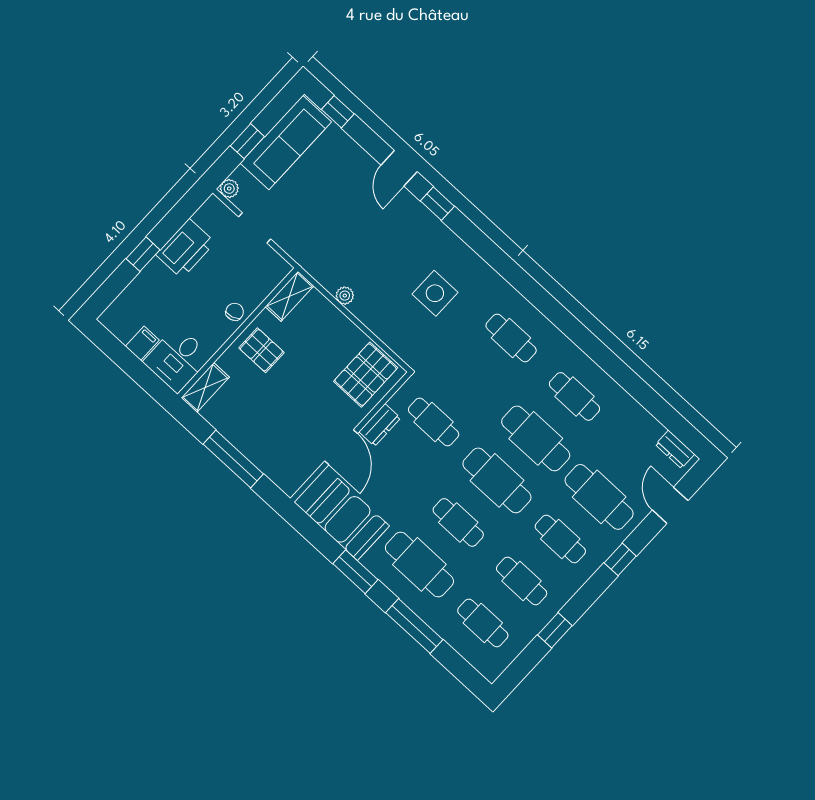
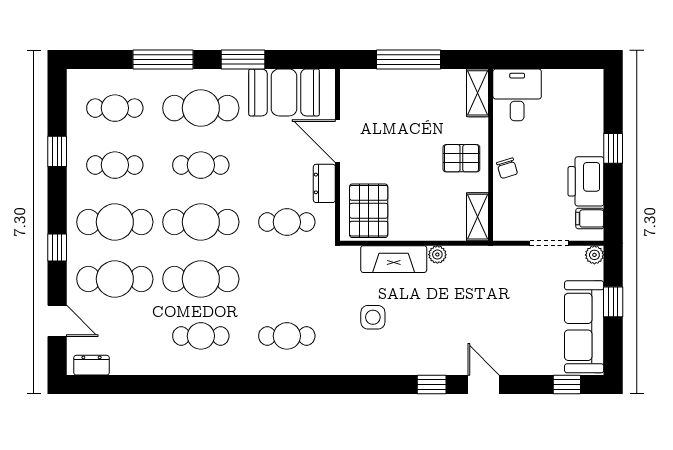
side table: (435, 293) -> (373, 317), width x0.73, depth x0.73
fireplace: (380, 322) -> (394, 259), added
filing cabinet: (142, 343) -> (590, 218), moved, turned 90
cafe table: (560, 539) -> (115, 222), width x1.37, depth x1.35

